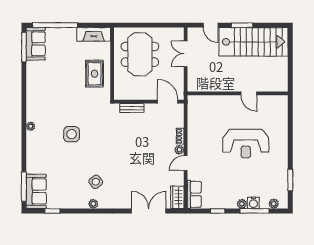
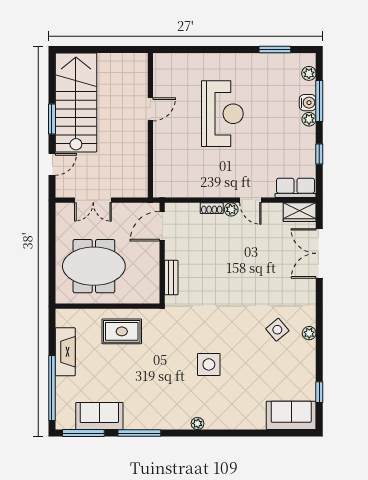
fireplace: (94, 34) -> (65, 352), moved
sofa: (36, 44) -> (99, 416), moved
window: (24, 187) -> (139, 433), moved

